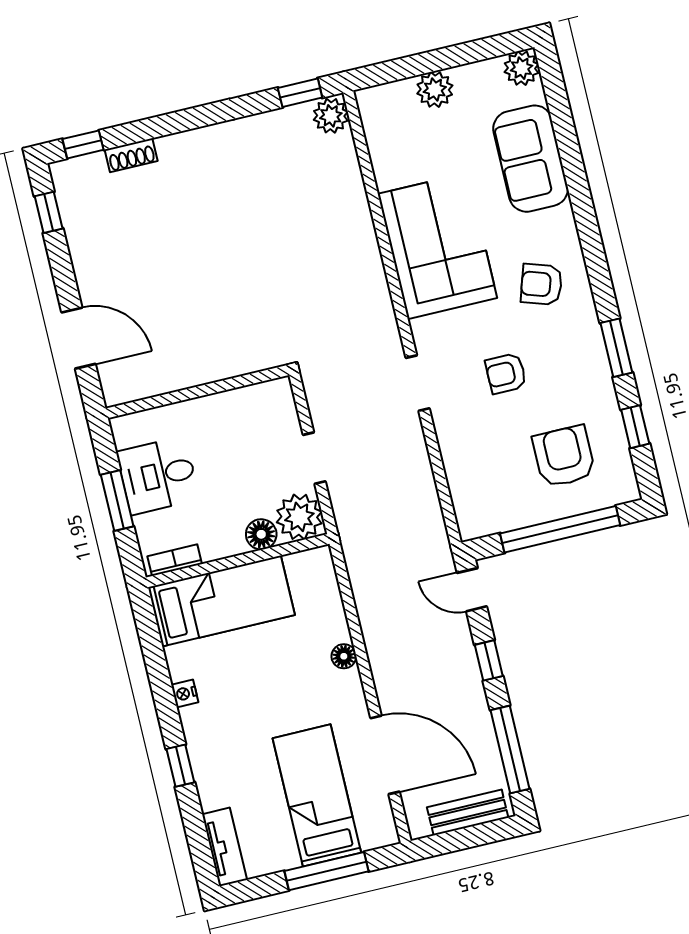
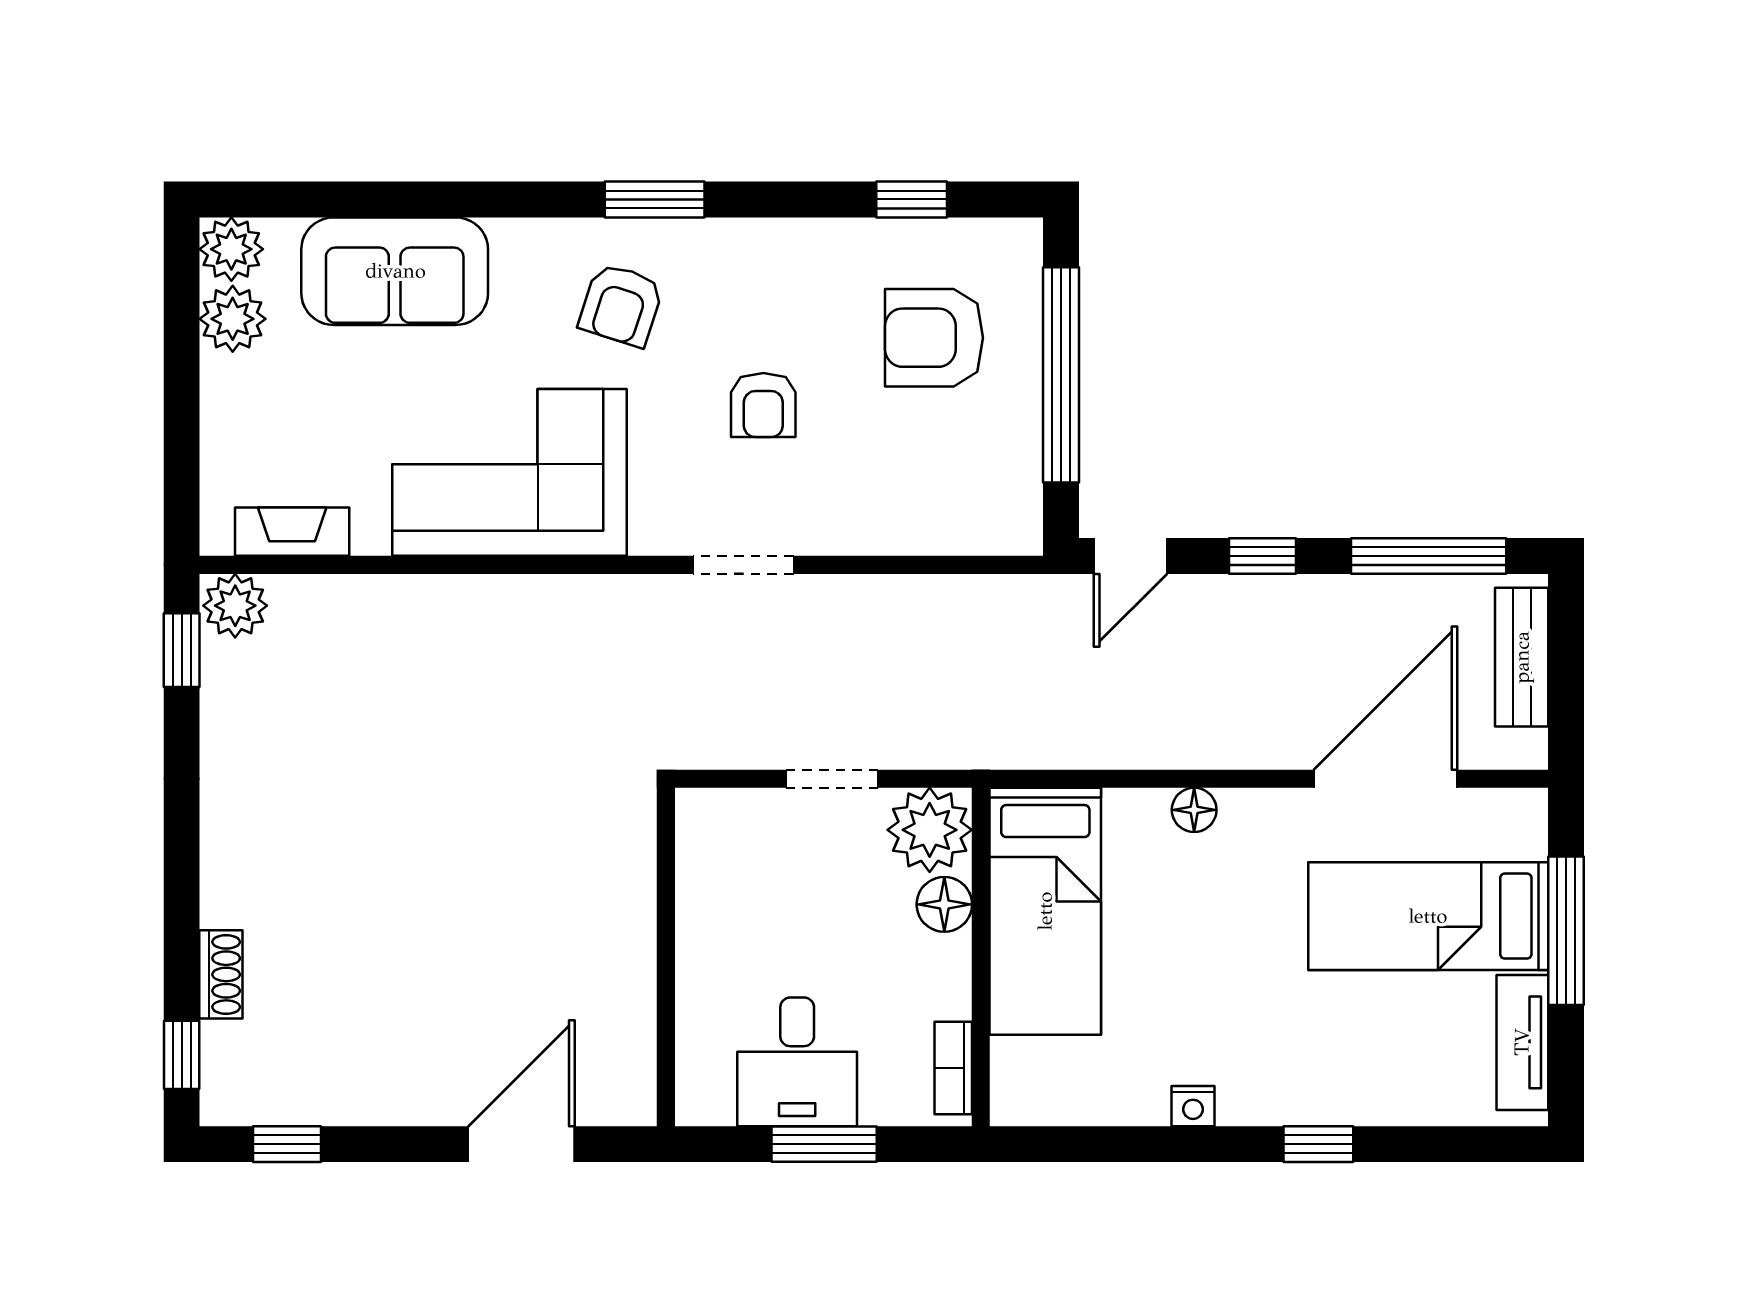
plant: (435, 90) -> (233, 319), moved
fireplace: (378, 137) -> (292, 532), added
window: (616, 348) -> (655, 199), moved
bed: (221, 601) -> (1045, 911), moved, turned 180
tv unit: (225, 847) -> (1522, 1042), moved, turned -90

